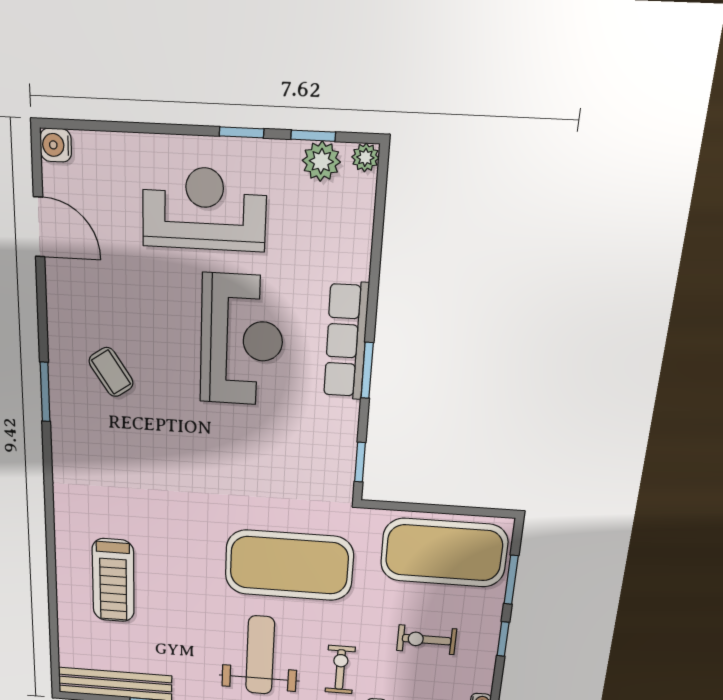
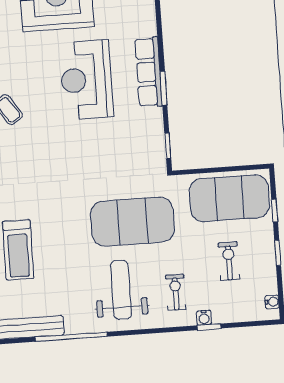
reception desk: (242, 340) -> (86, 80), turned 180
window: (511, 580) -> (275, 210), width x0.67
exercise bike: (427, 640) -> (229, 261), turned 90

